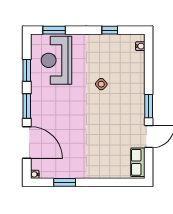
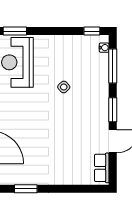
window: (110, 30) -> (92, 31), moved
window: (149, 64) -> (113, 66), added

